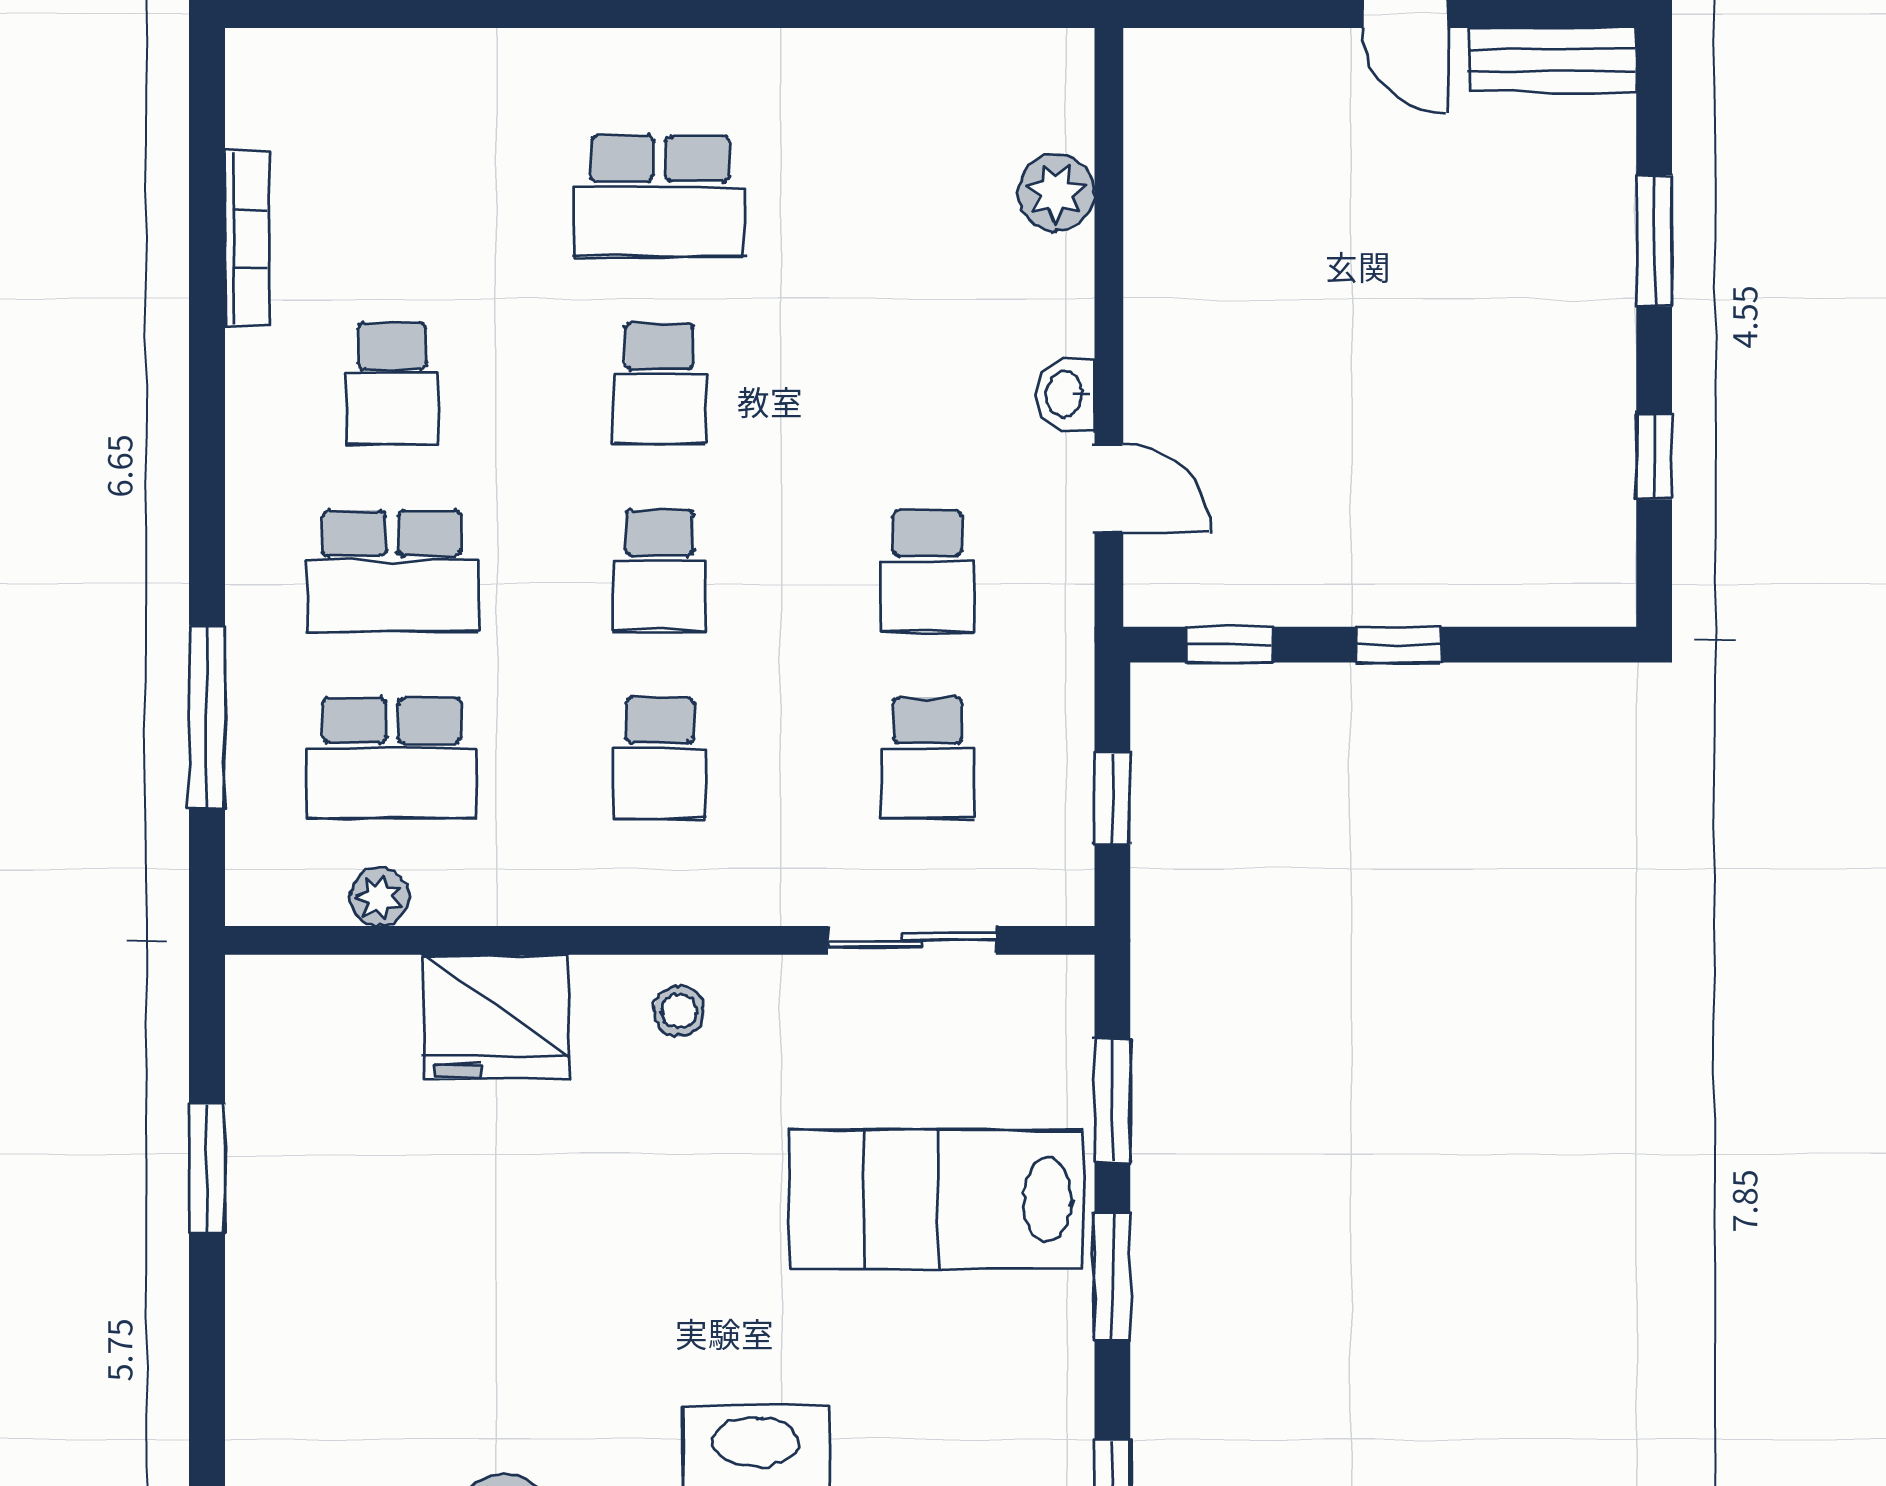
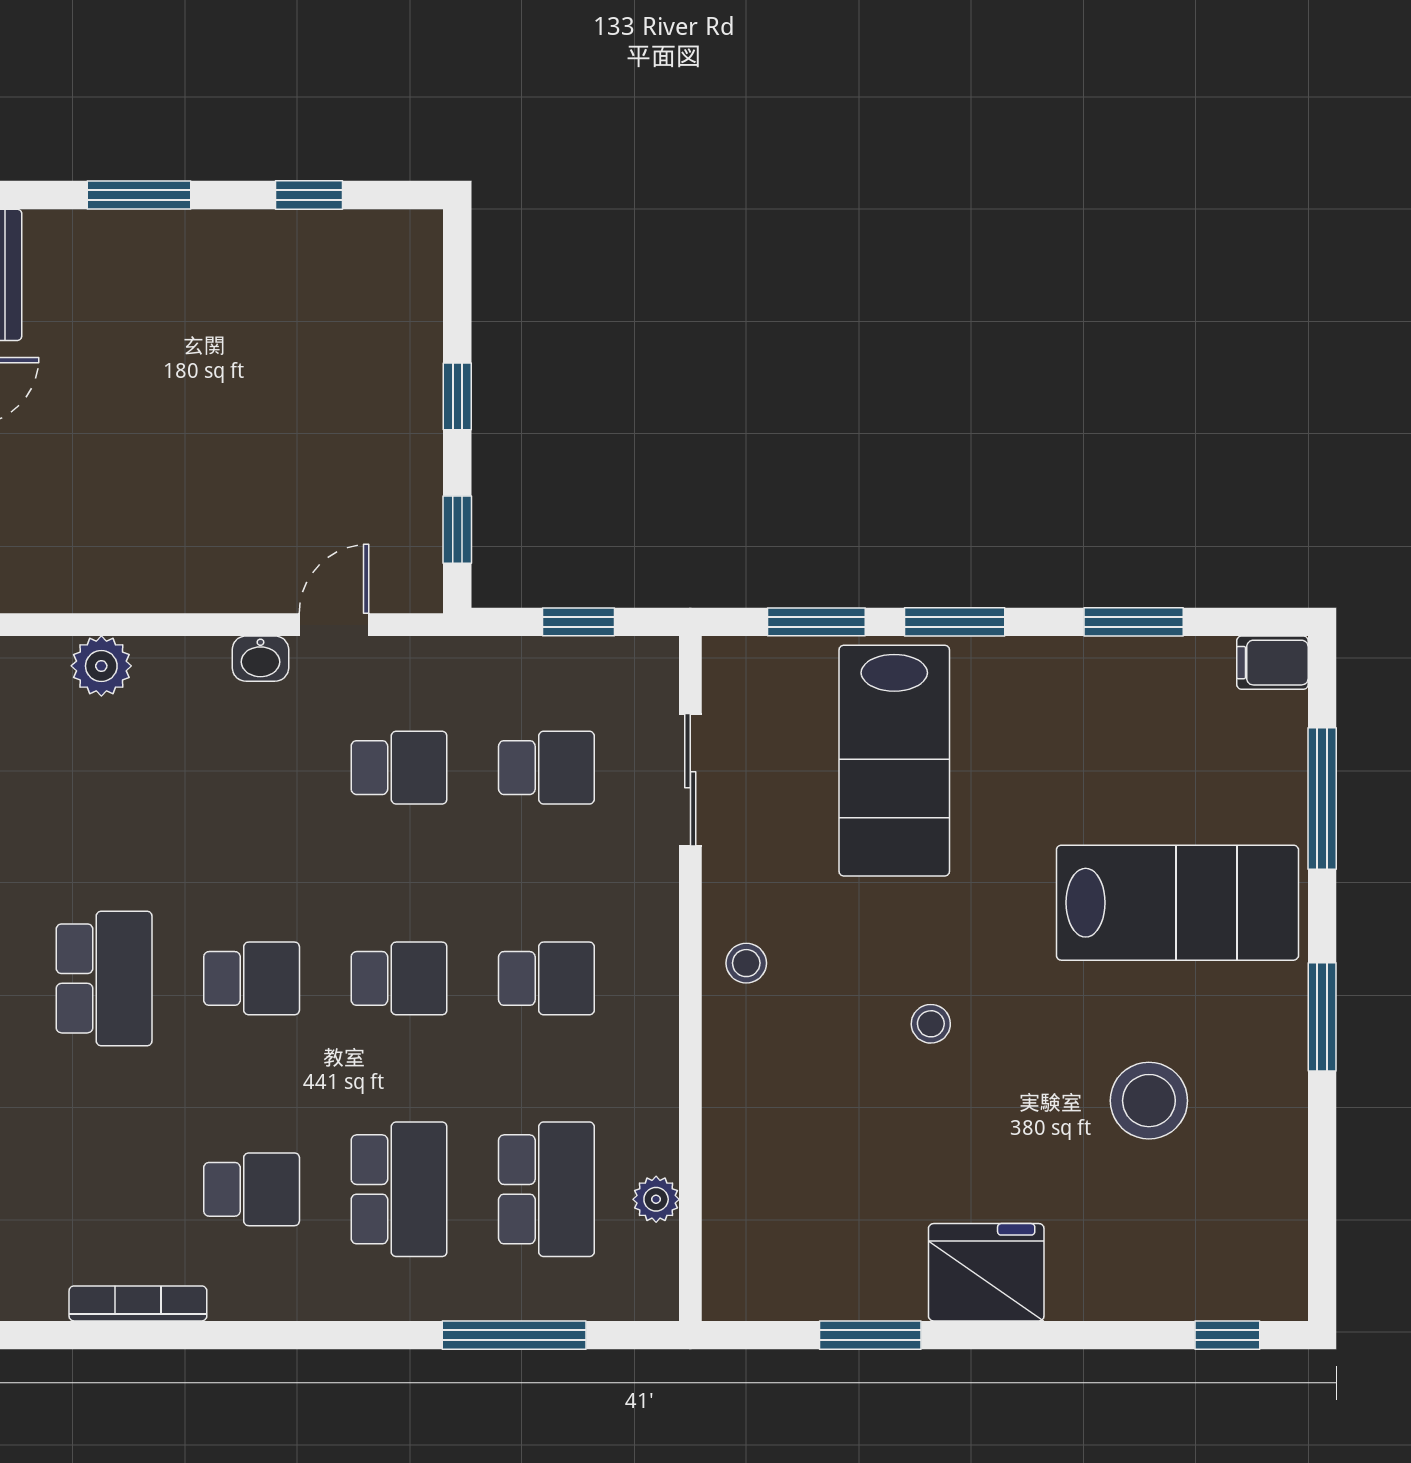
fridge: (496, 1017) -> (986, 1272), moved, turned -90
stool: (602, 1246) -> (931, 1024), added

